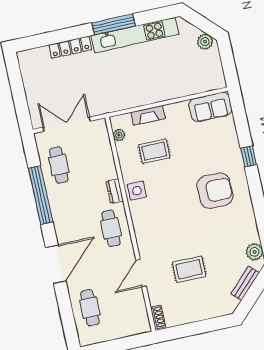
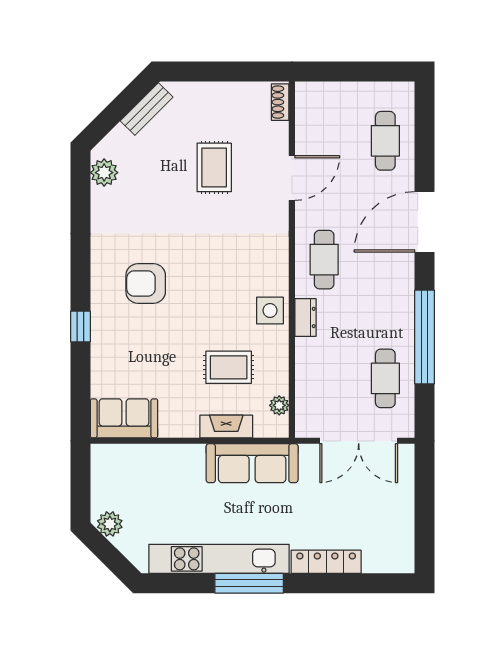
sofa: (128, 97) -> (252, 463), added
armchair: (215, 191) -> (146, 283), width x0.73, depth x0.73
rug: (189, 269) -> (214, 167), turned 90
bench: (245, 283) -> (147, 109), moved

